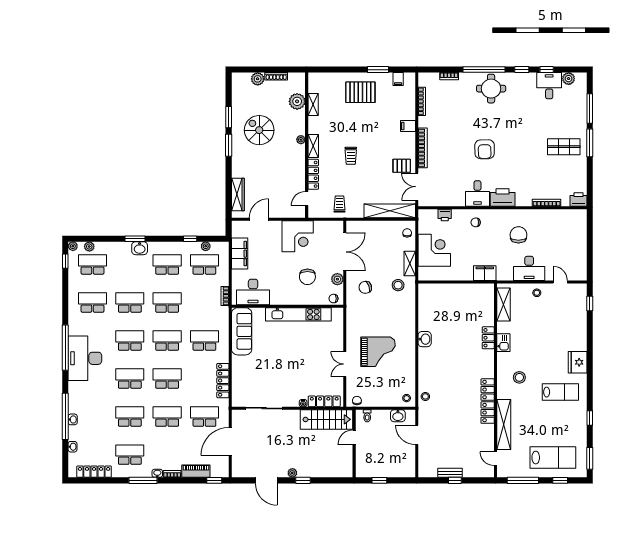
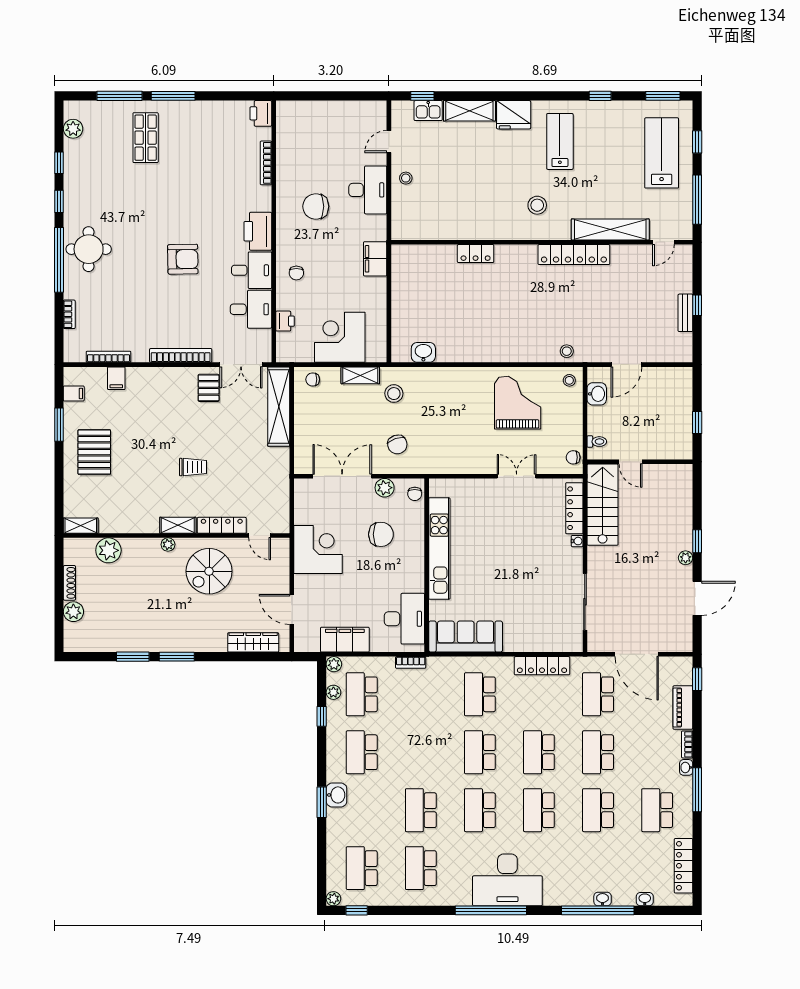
desk: (549, 86) -> (251, 309), moved, turned 180
shelving: (313, 104) -> (81, 526), moved
filing cabinet: (408, 126) -> (116, 378), moved
spiral stairs: (259, 130) -> (209, 571), moved
shop shelf: (564, 147) -> (146, 138), moved
trolley: (340, 204) -> (268, 484), removed
plant: (89, 247) -> (334, 664), moved
school desk: (167, 302) -> (421, 752), removed
shelving: (504, 304) -> (469, 111), moved
washbasin: (425, 339) -> (423, 352), moved
kitchen sink: (503, 343) -> (428, 111), moved, turned 180
grand piano: (378, 352) -> (518, 403), moved
double door: (345, 364) -> (517, 476), swing flipped

